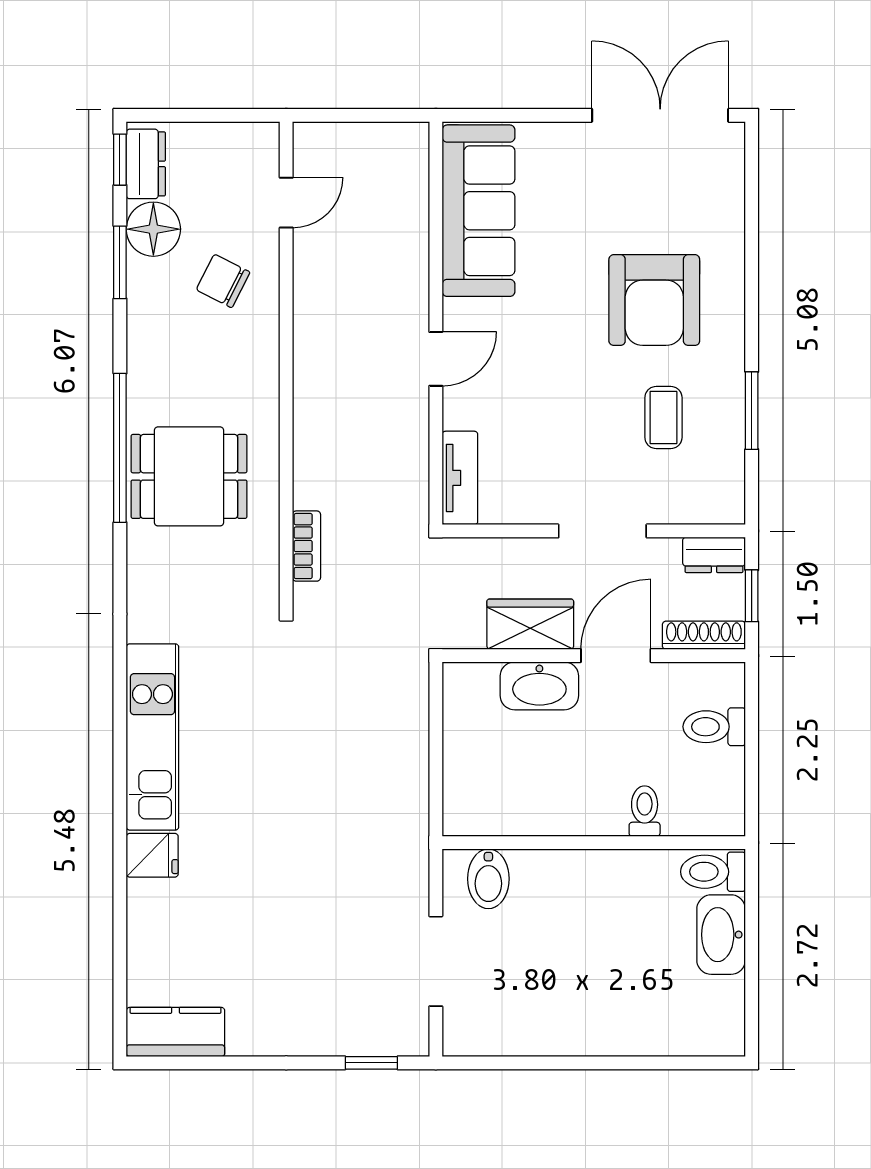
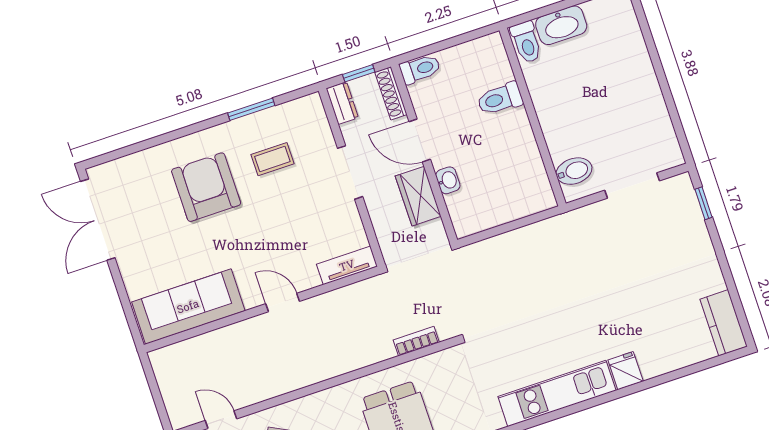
armchair: (654, 300) -> (206, 187), turned -90
washbasin: (539, 686) -> (448, 180), width x0.52, depth x0.69
toilet: (714, 727) -> (420, 69), moved, turned -90
toilet: (645, 811) -> (500, 99), width x1.37, depth x1.39

